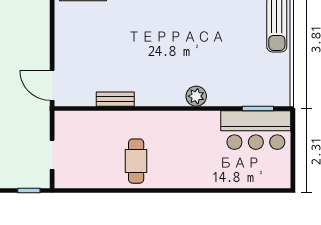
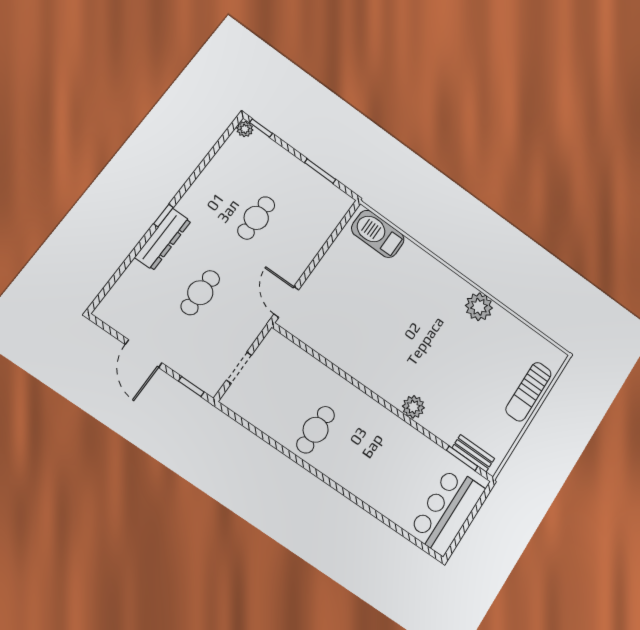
bench: (115, 99) -> (473, 453), moved
bar counter: (256, 130) -> (447, 510), moved, turned 90

